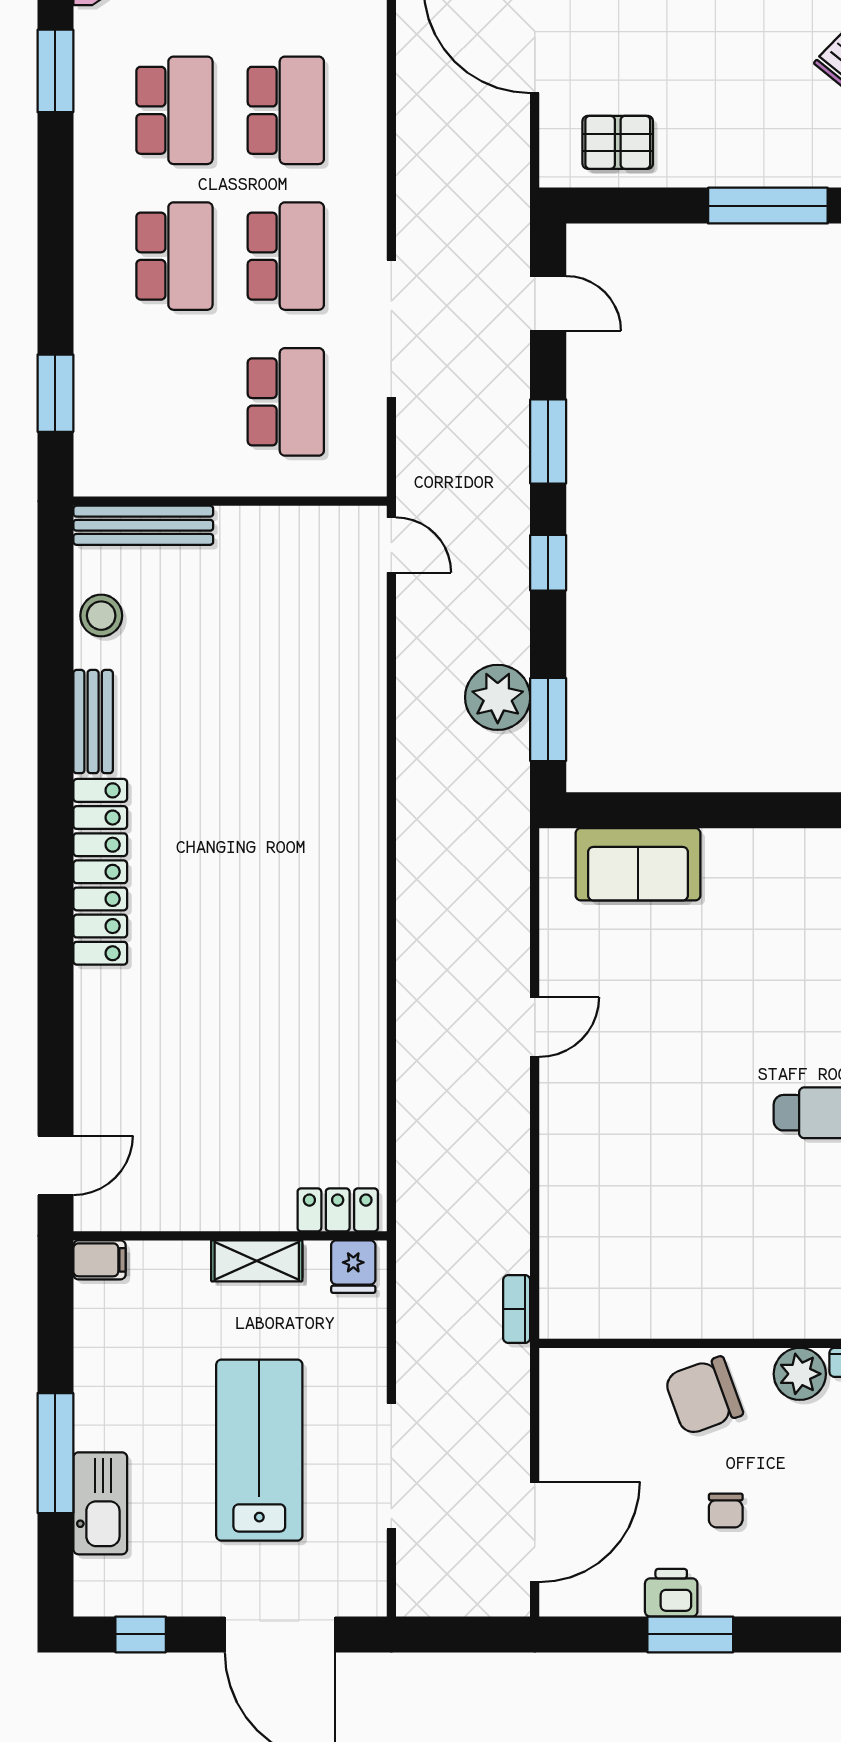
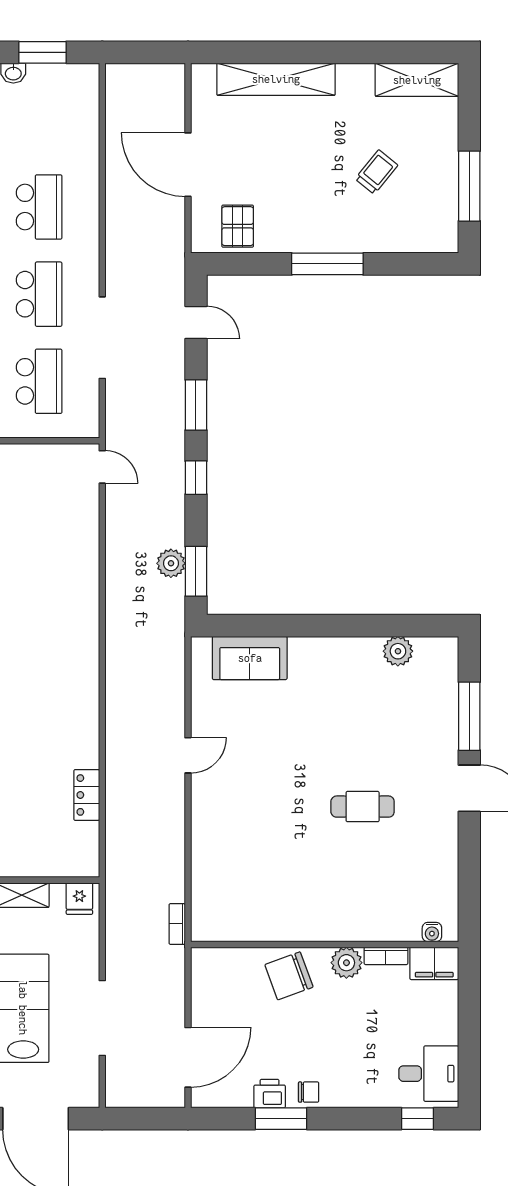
pallet: (618, 142) -> (238, 226), turned 90
plant: (498, 697) -> (171, 563), width x0.73, depth x0.73
locker: (338, 1210) -> (87, 795), moved, turned -90
chair: (726, 1511) -> (309, 1092), moved, turned -90

